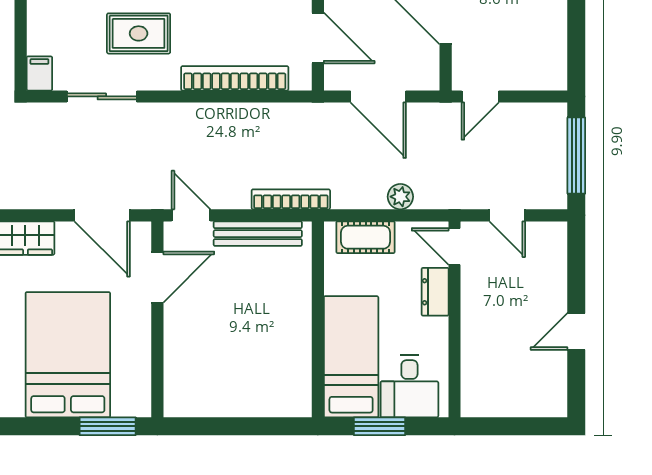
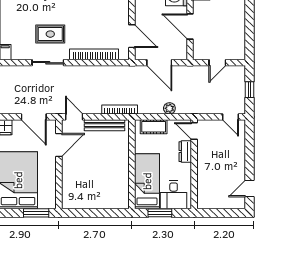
sliding door: (102, 96) -> (48, 63), moved
door: (480, 96) -> (217, 63), moved
window: (576, 156) -> (250, 90), width x0.46
door: (507, 215) -> (231, 117), moved
door: (576, 331) -> (250, 188), moved

